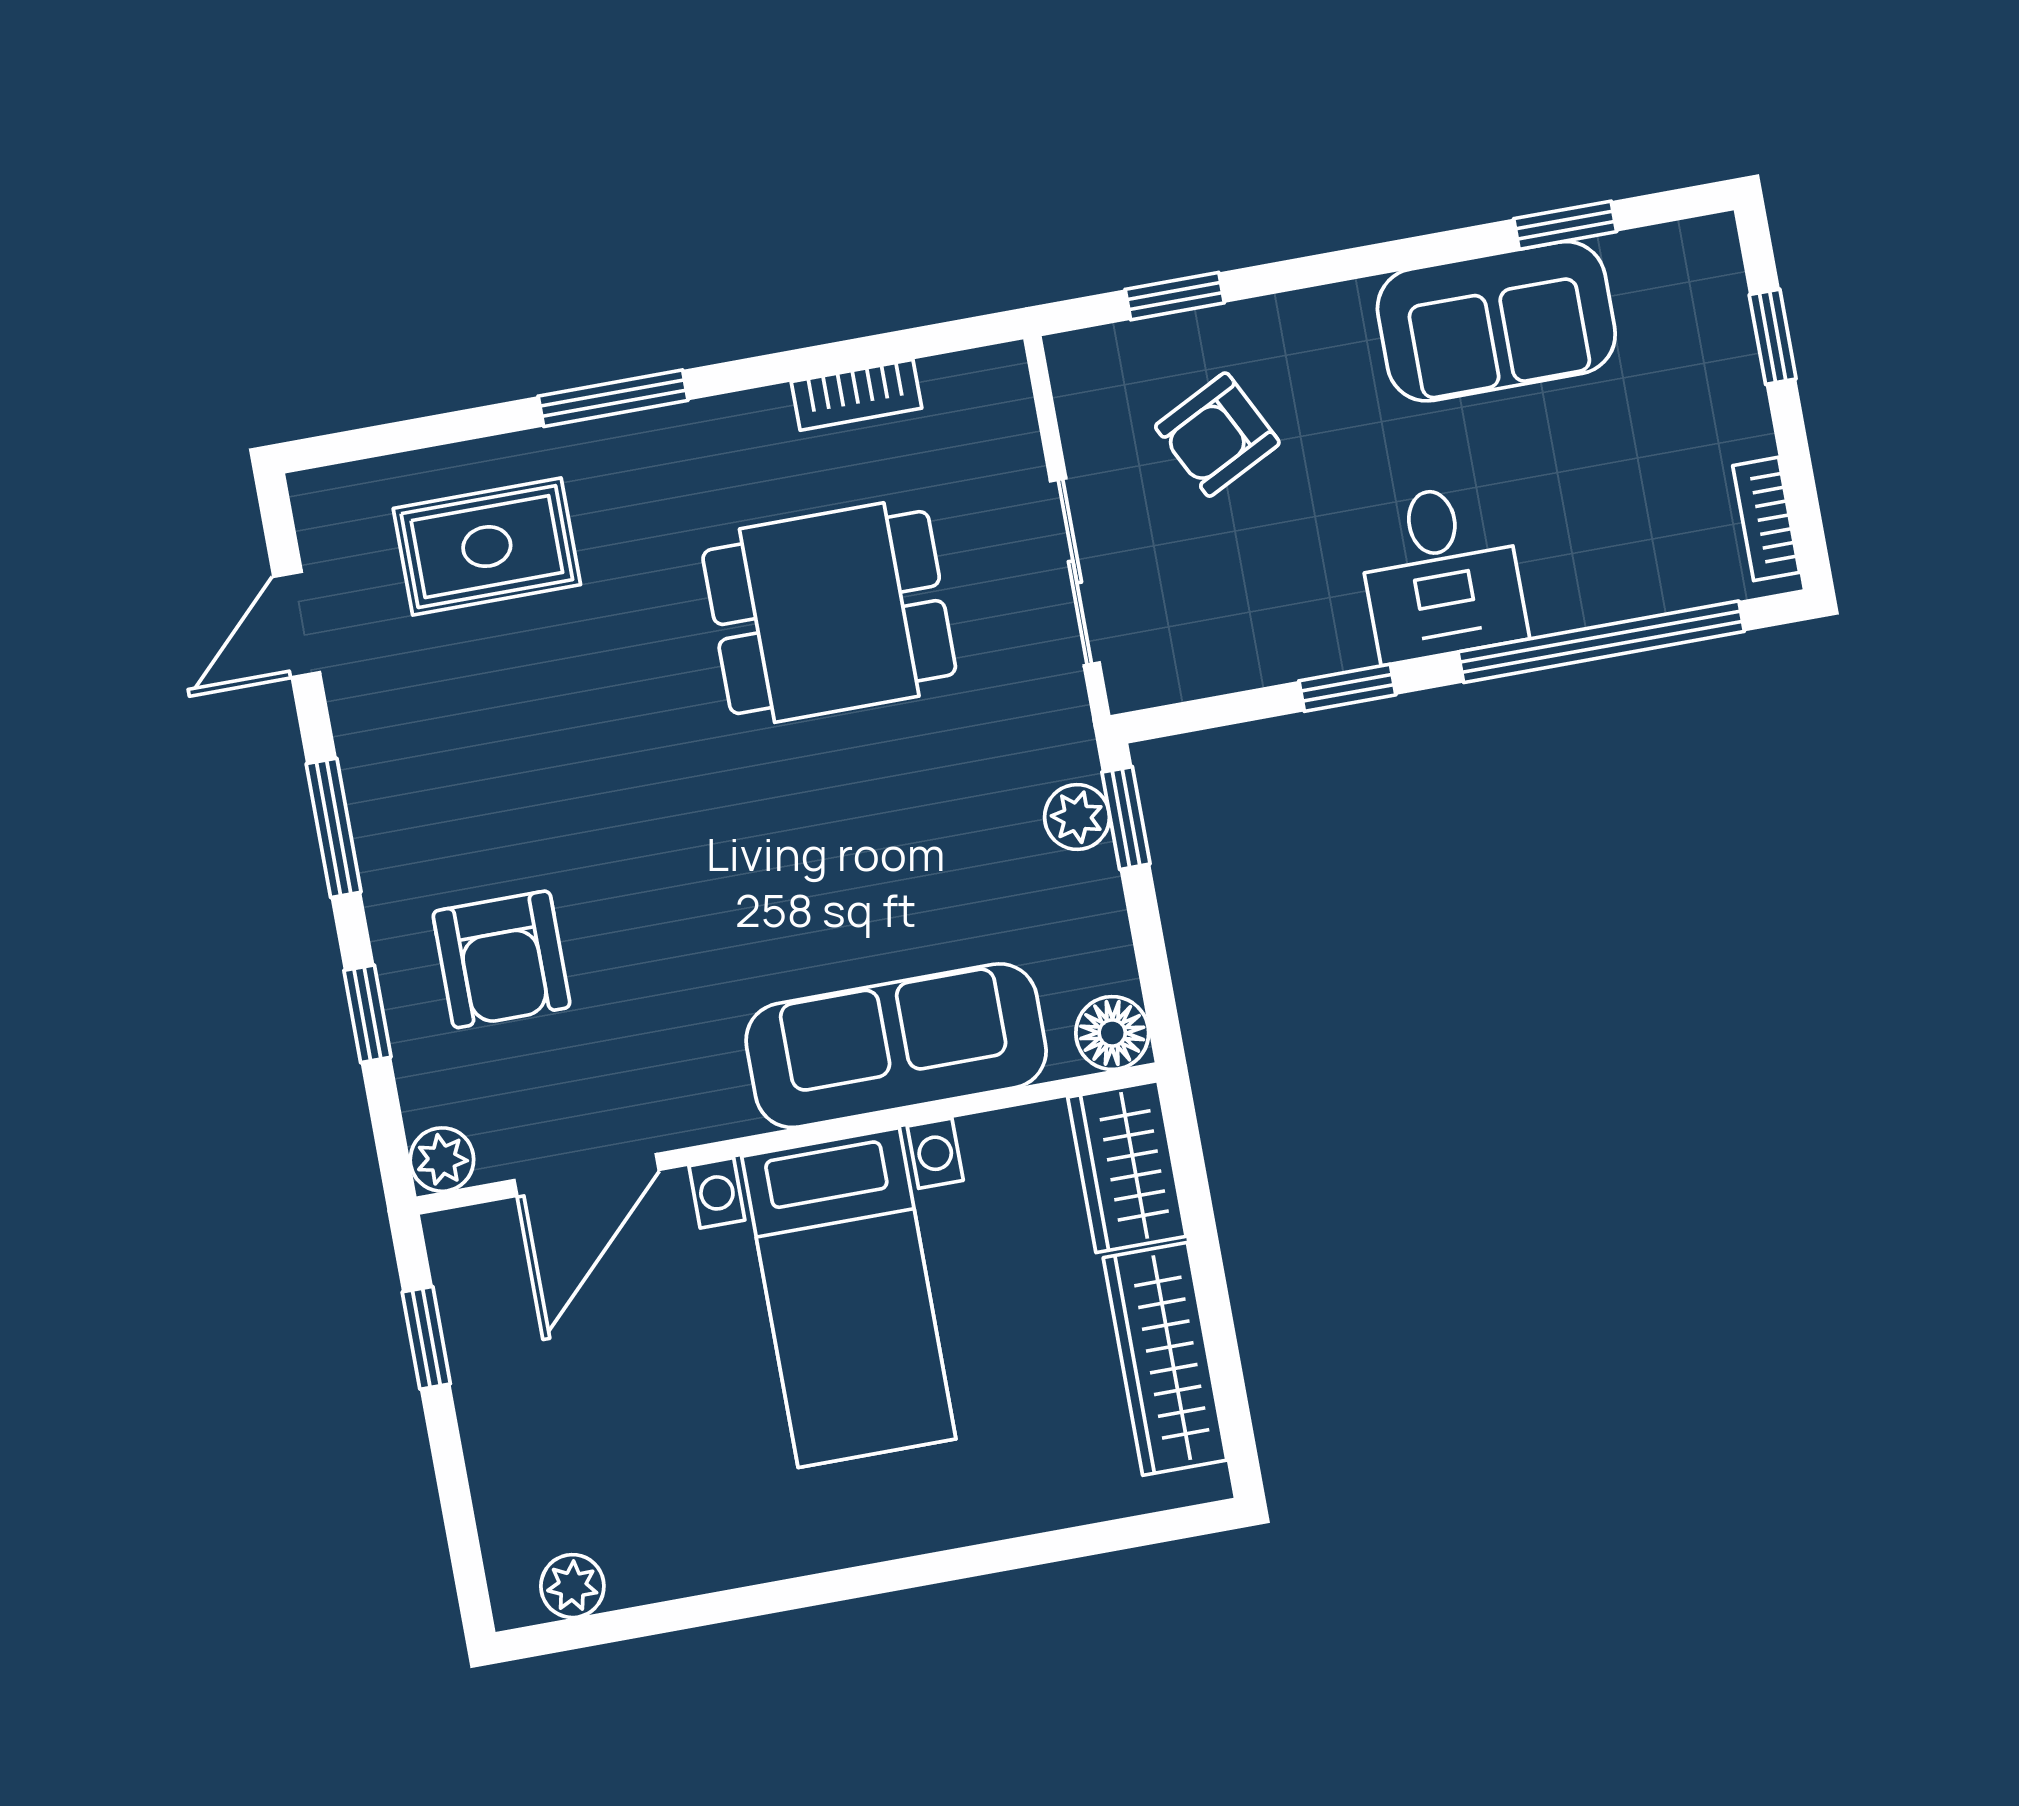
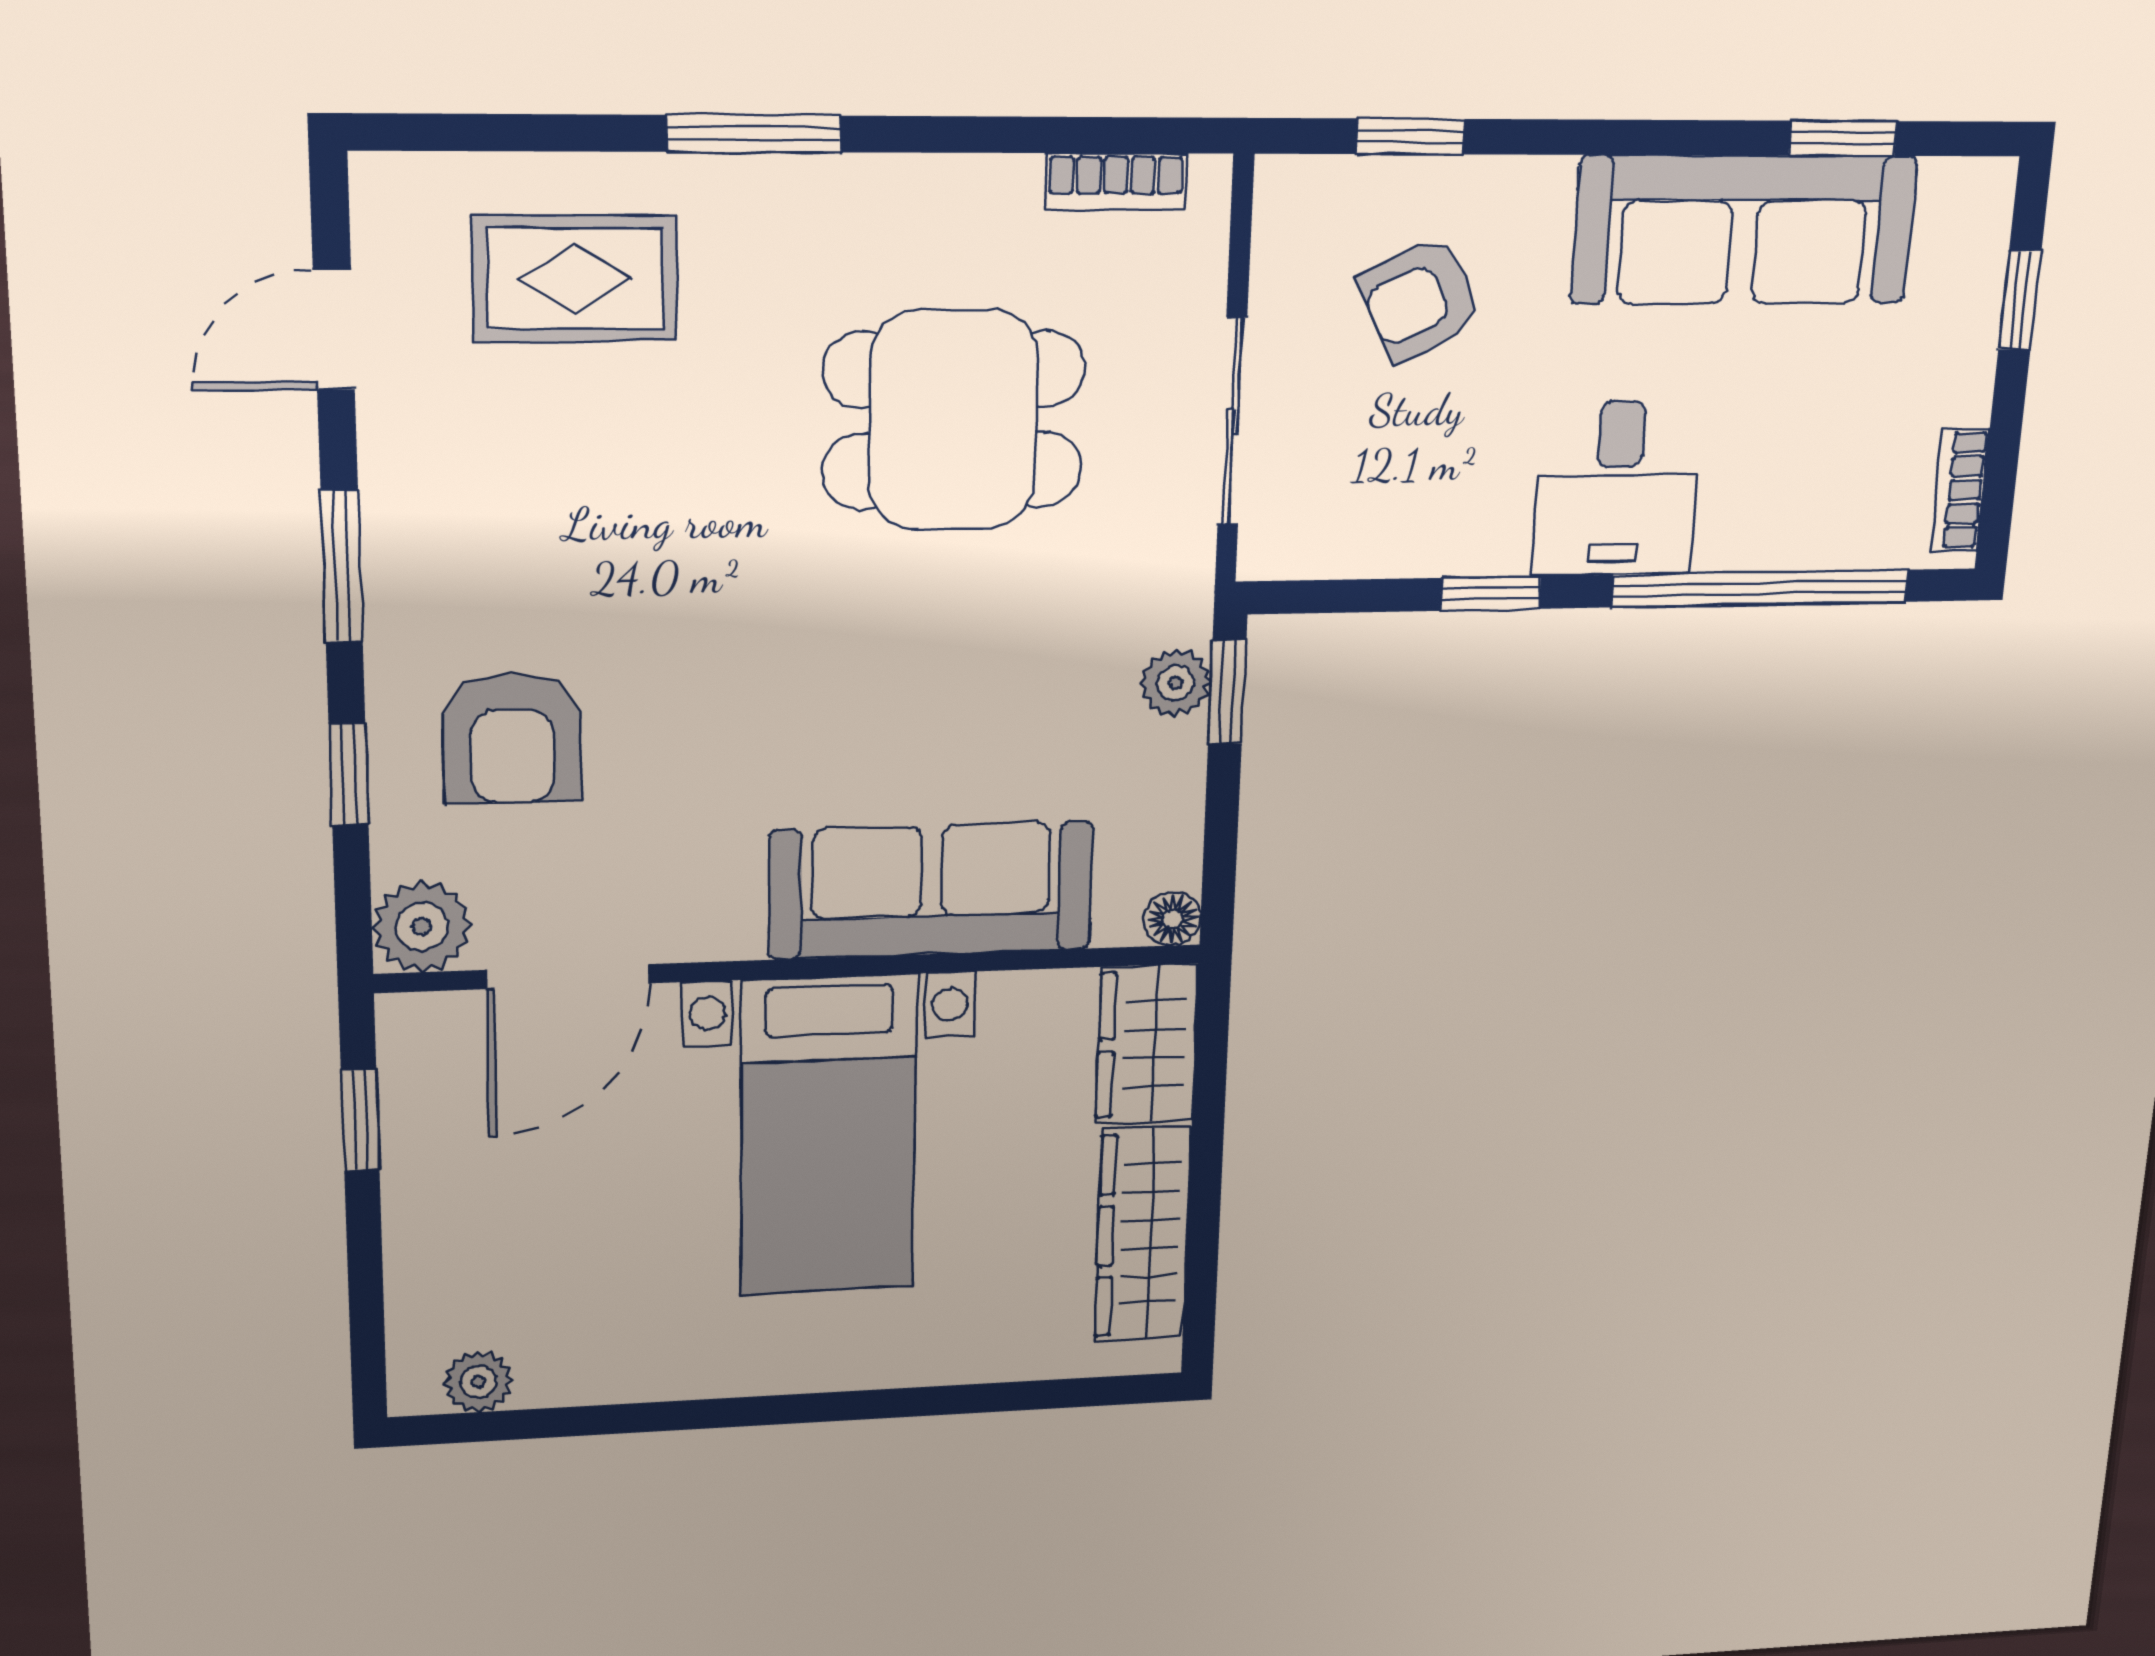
sofa: (1496, 321) -> (1744, 230), width x1.36
bookcase: (856, 395) -> (1116, 182), moved
floor lamp: (1112, 1033) -> (1172, 919), width x0.73, depth x0.73
plant: (442, 1160) -> (422, 927), width x1.38, depth x1.38

